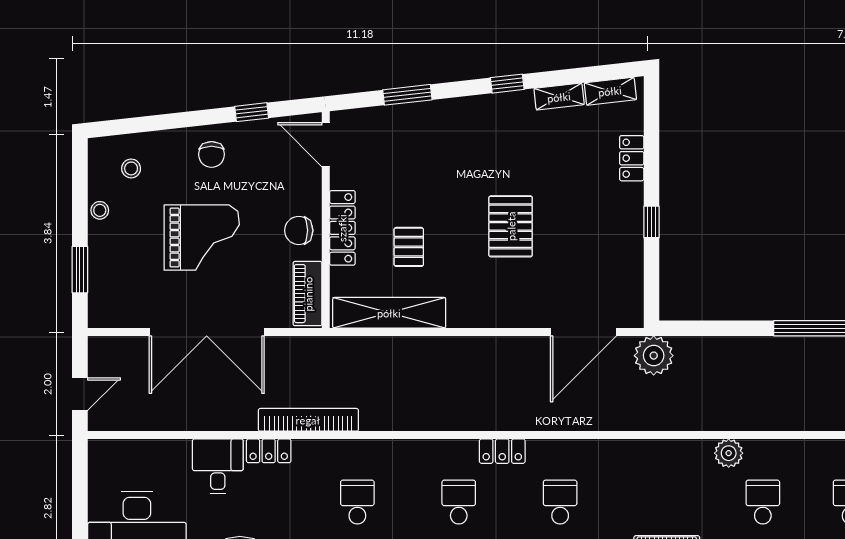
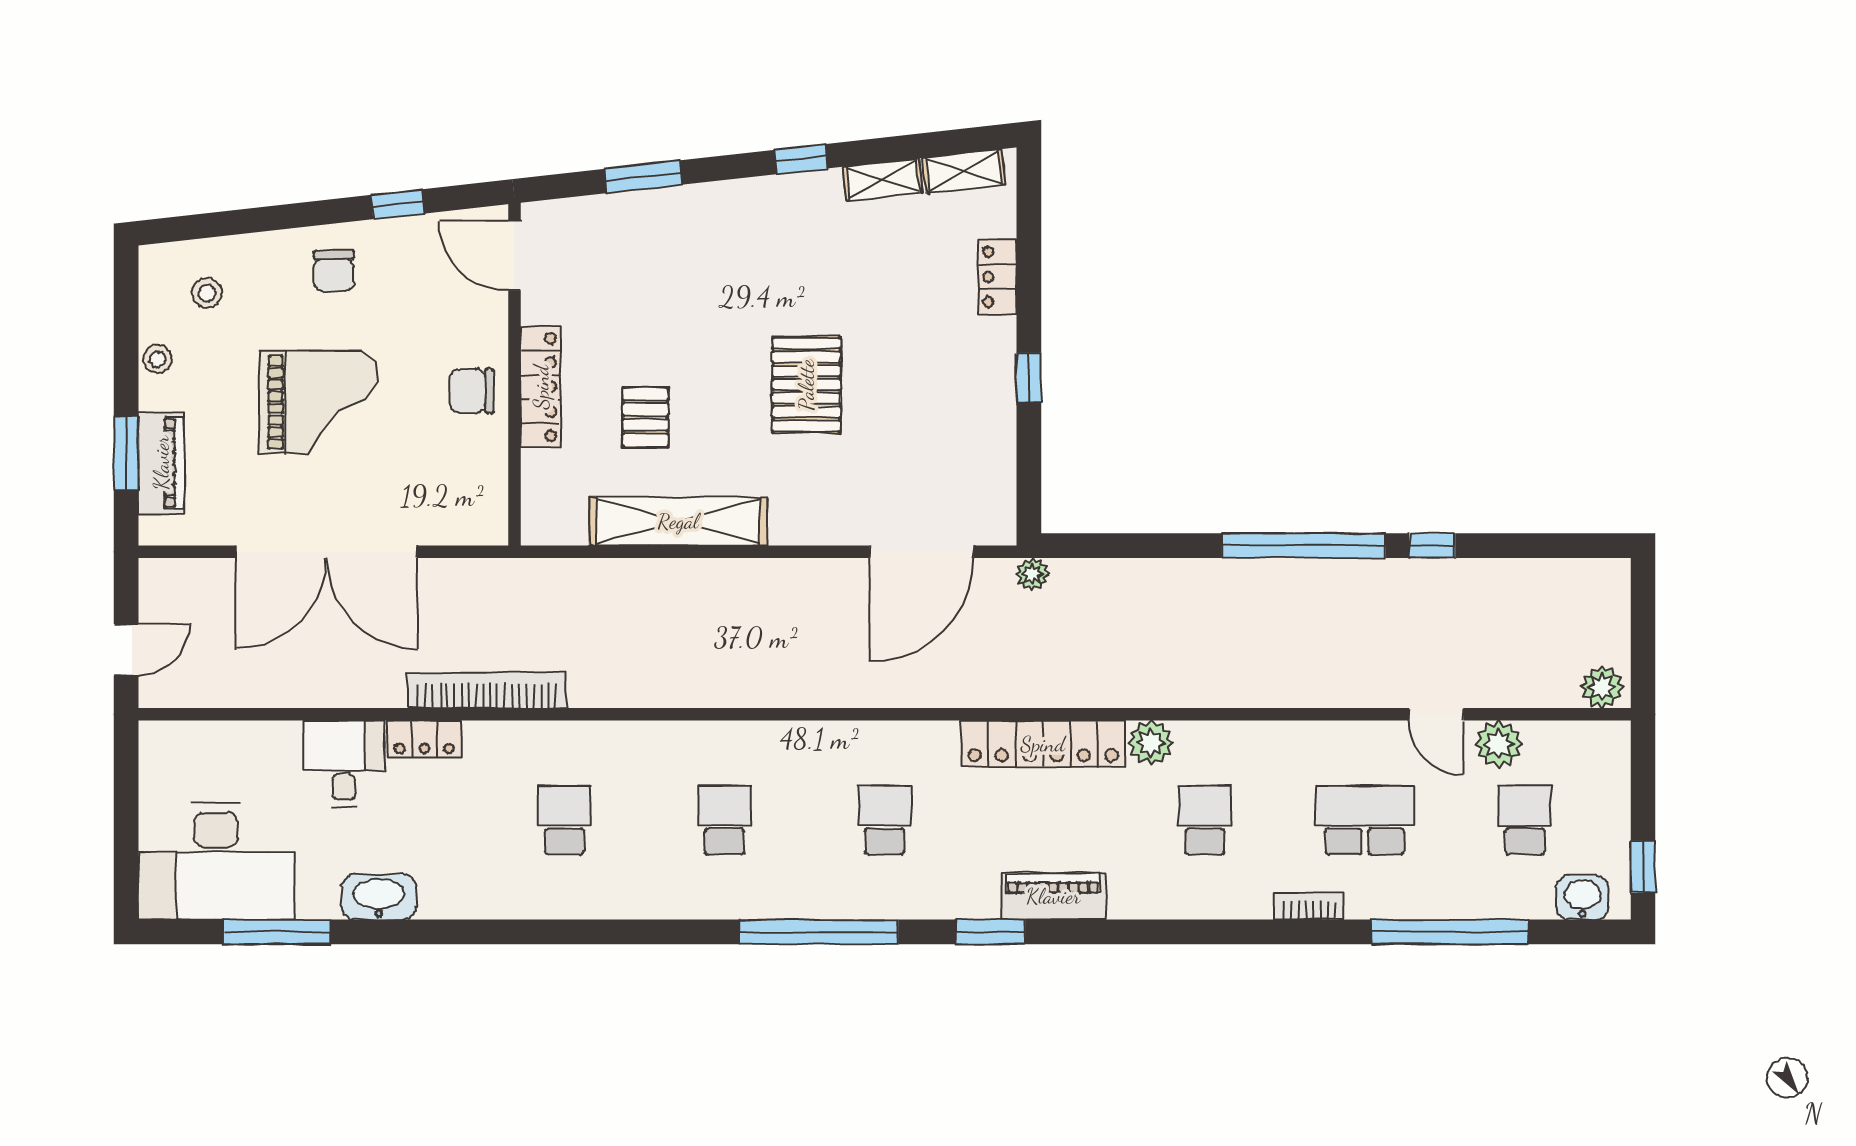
piano: (308, 294) -> (161, 463), moved, turned 180
shelving: (389, 313) -> (678, 521), moved
plant: (654, 356) -> (1032, 574), width x0.53, depth x0.53
locker: (502, 451) -> (1043, 744), moved, width x2.16, depth x1.21

